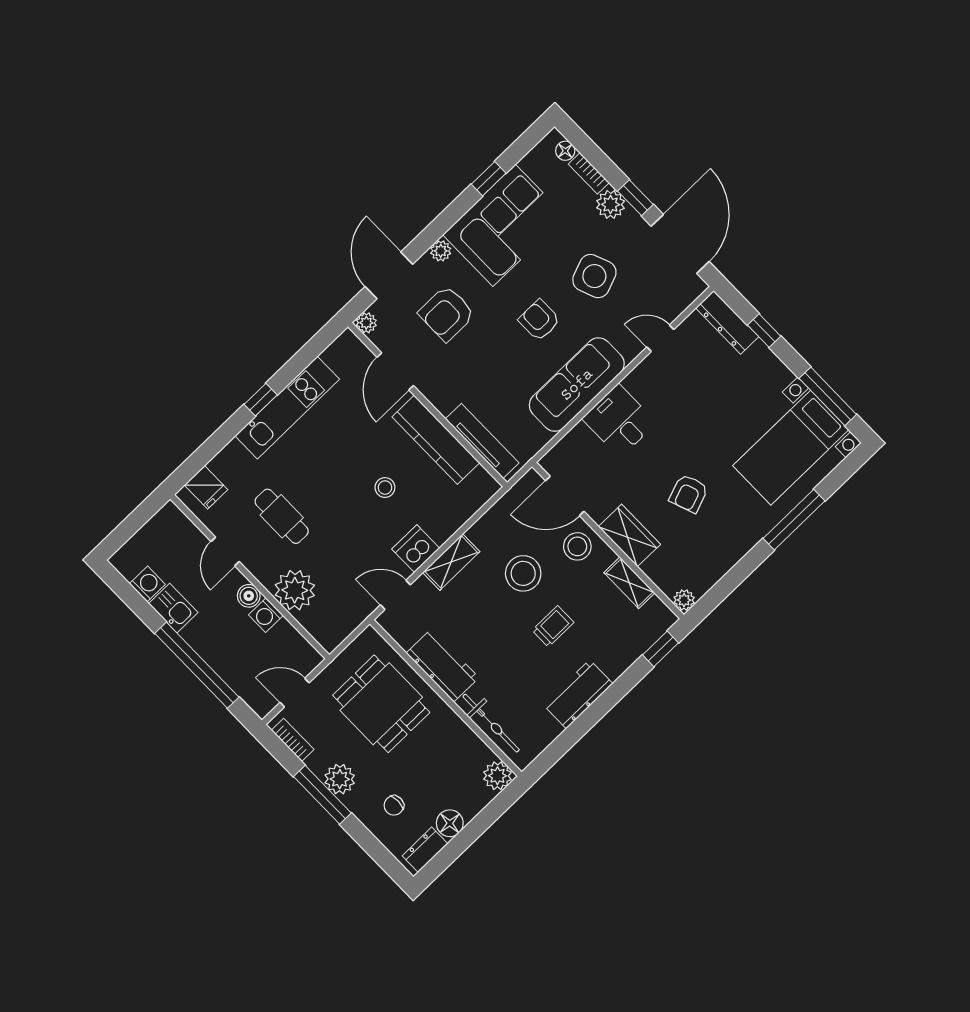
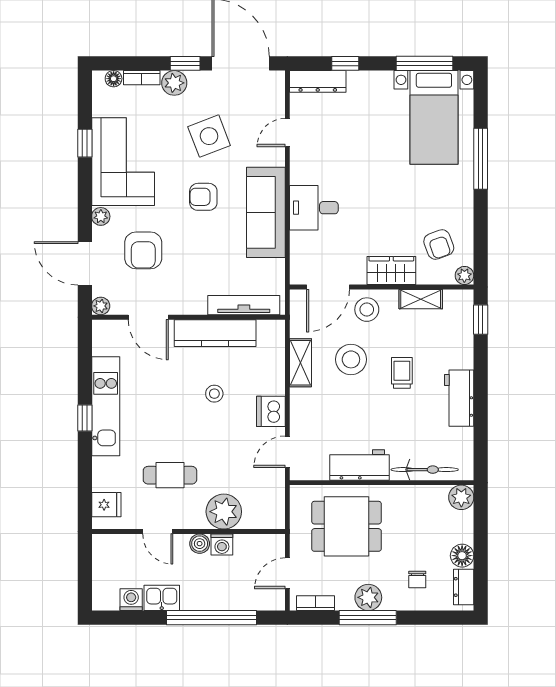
armchair: (689, 493) -> (439, 245), moved
shelving: (451, 562) -> (301, 363), moved

